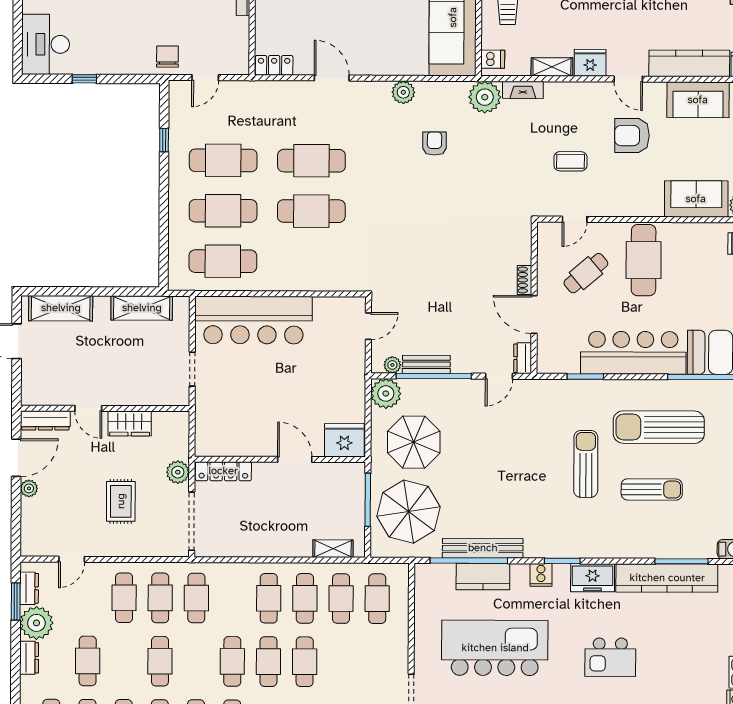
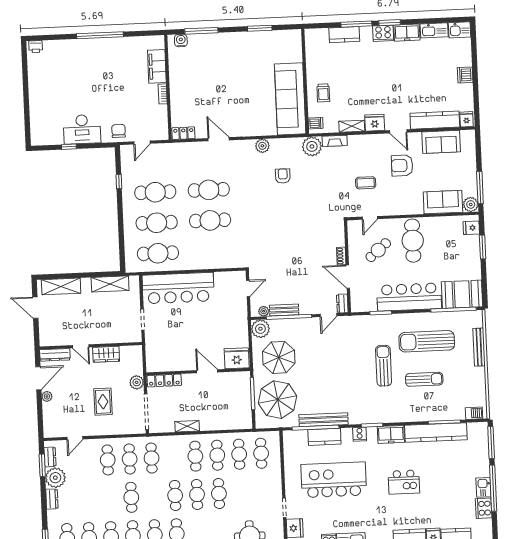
desk: (46, 44) -> (82, 129), moved, turned -90
shelving: (333, 549) -> (187, 426), moved
cafe table: (88, 661) -> (87, 499), removed

